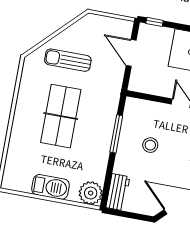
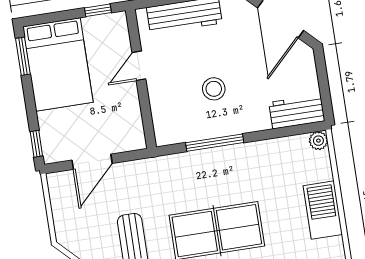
plant: (91, 193) -> (318, 141), width x0.53, depth x0.53

